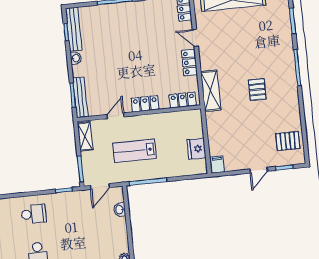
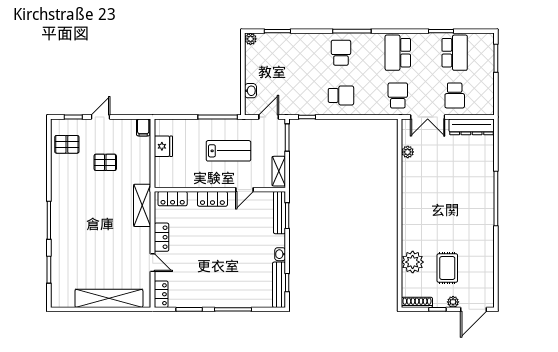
pallet: (257, 90) -> (105, 162), moved, turned 90
school desk: (34, 214) -> (341, 95), turned 180

